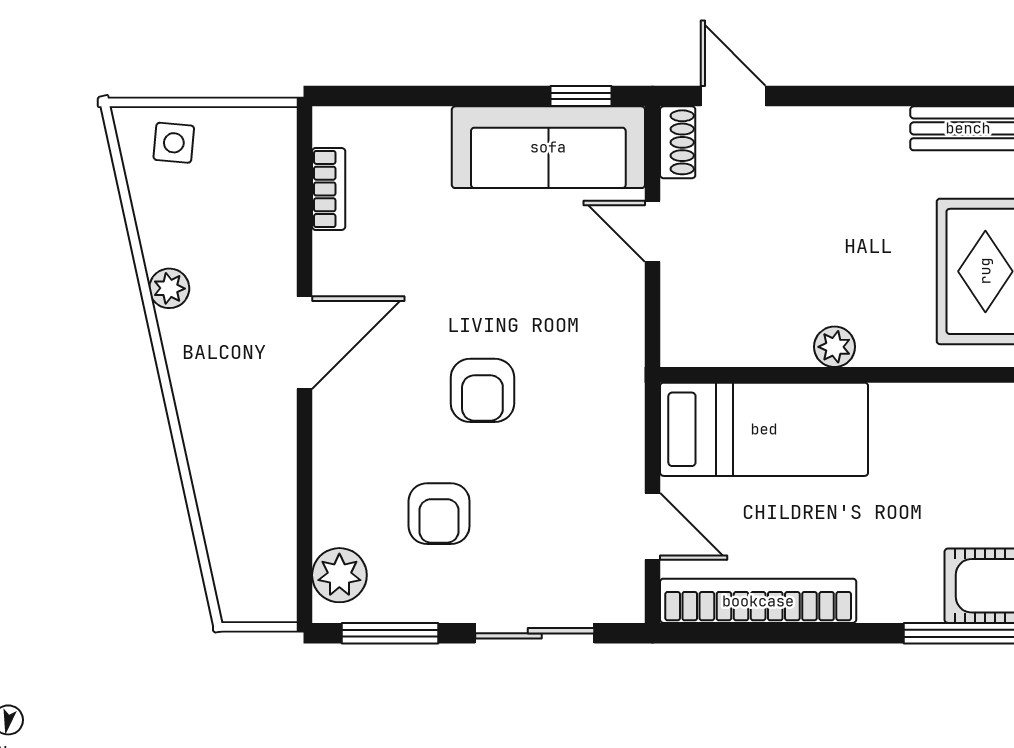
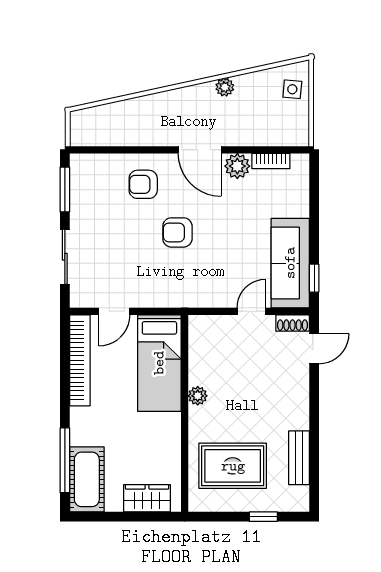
armchair: (439, 514) -> (143, 184), moved
plant: (339, 575) -> (237, 166), moved

